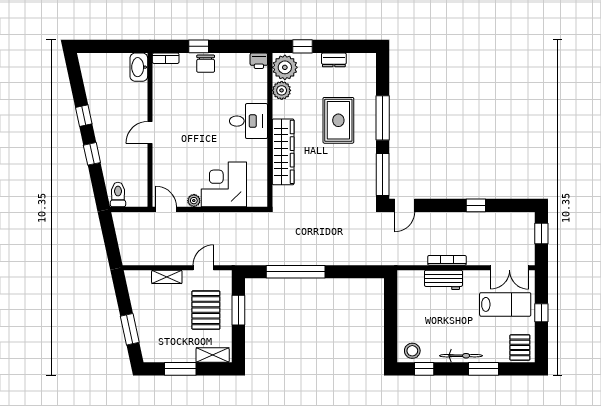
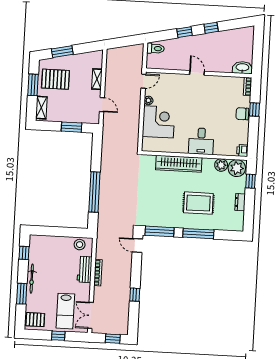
window: (296, 272) -> (94, 192), moved
pallet: (206, 310) -> (55, 79), moved
stool: (412, 351) -> (80, 245), moved

